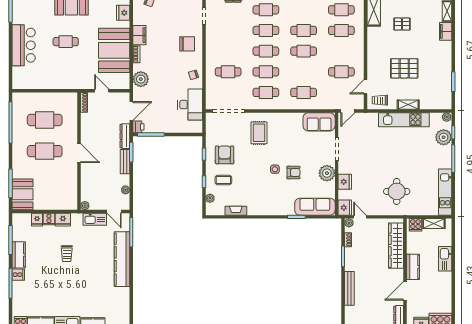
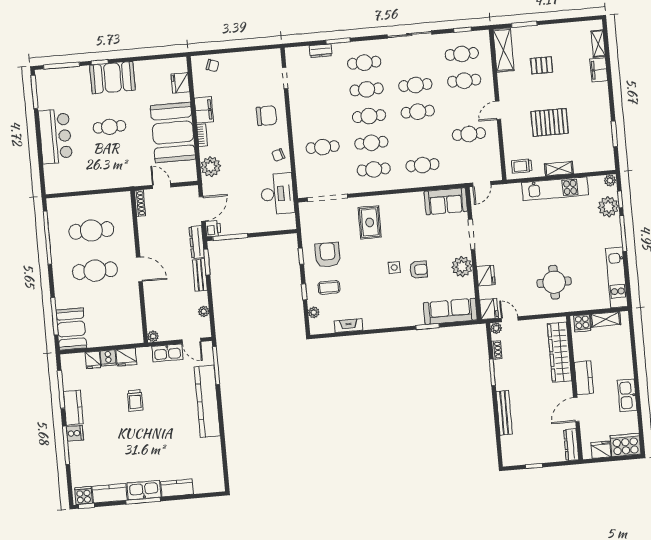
door: (365, 87) -> (498, 110), moved
kitchen sink: (445, 259) -> (627, 395), moved

